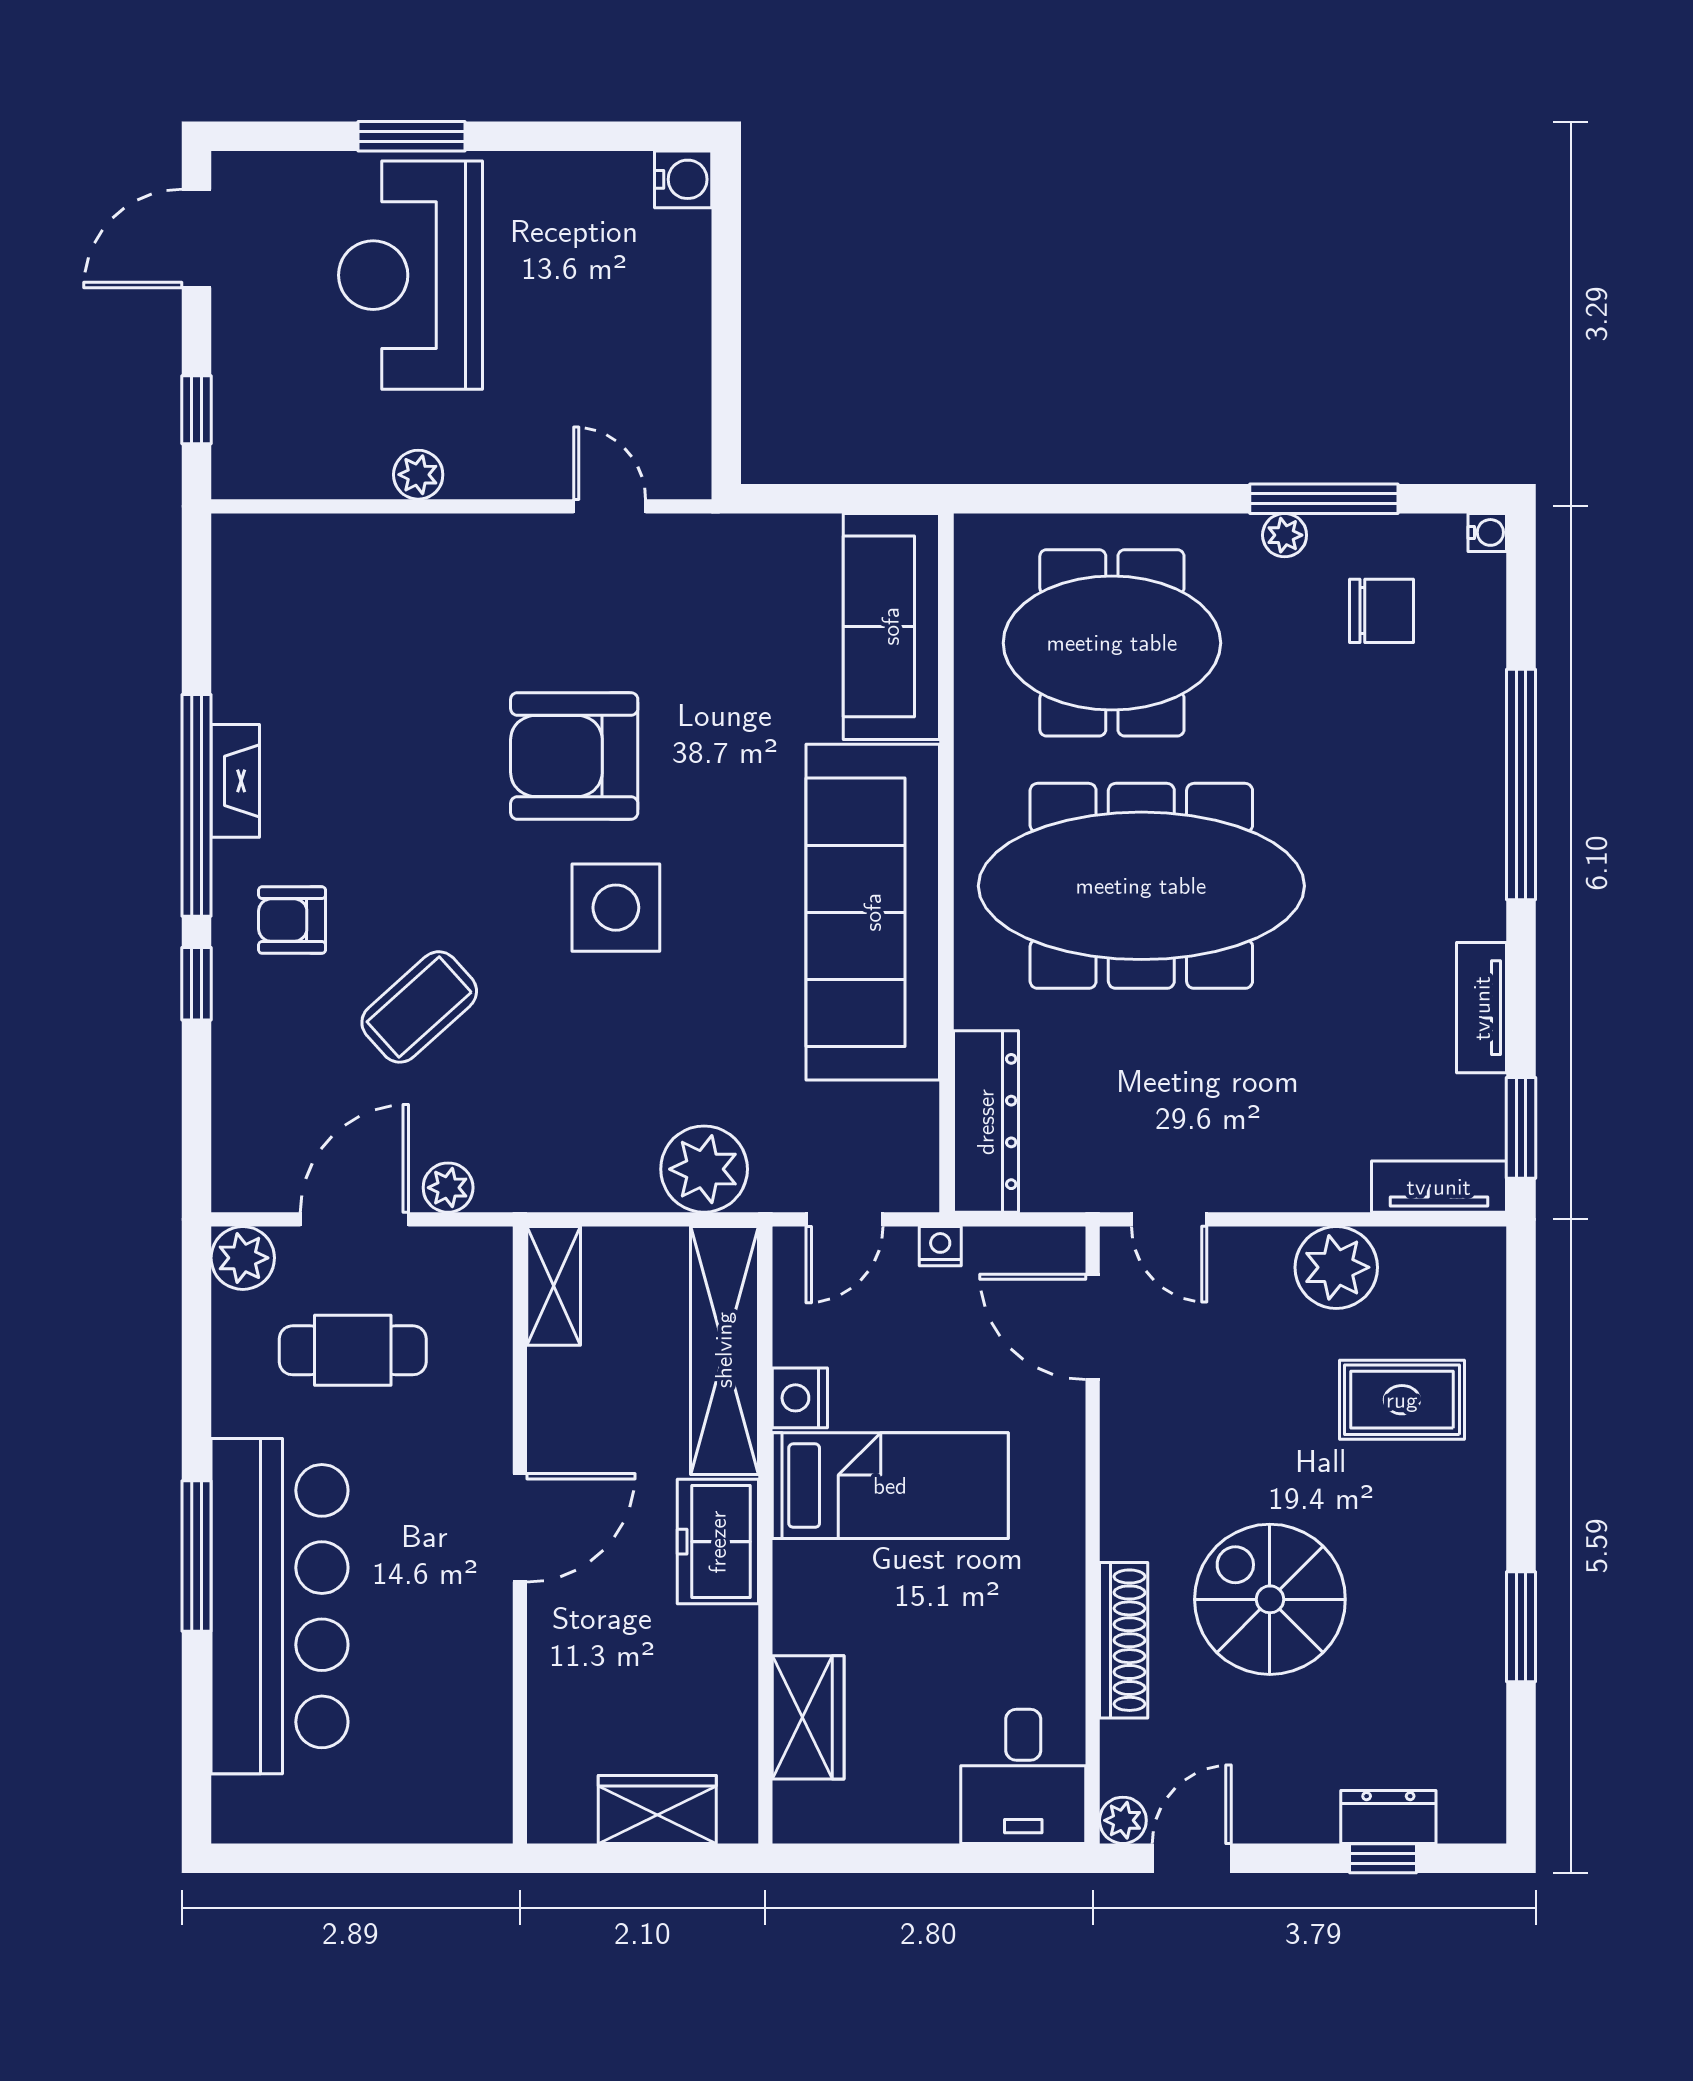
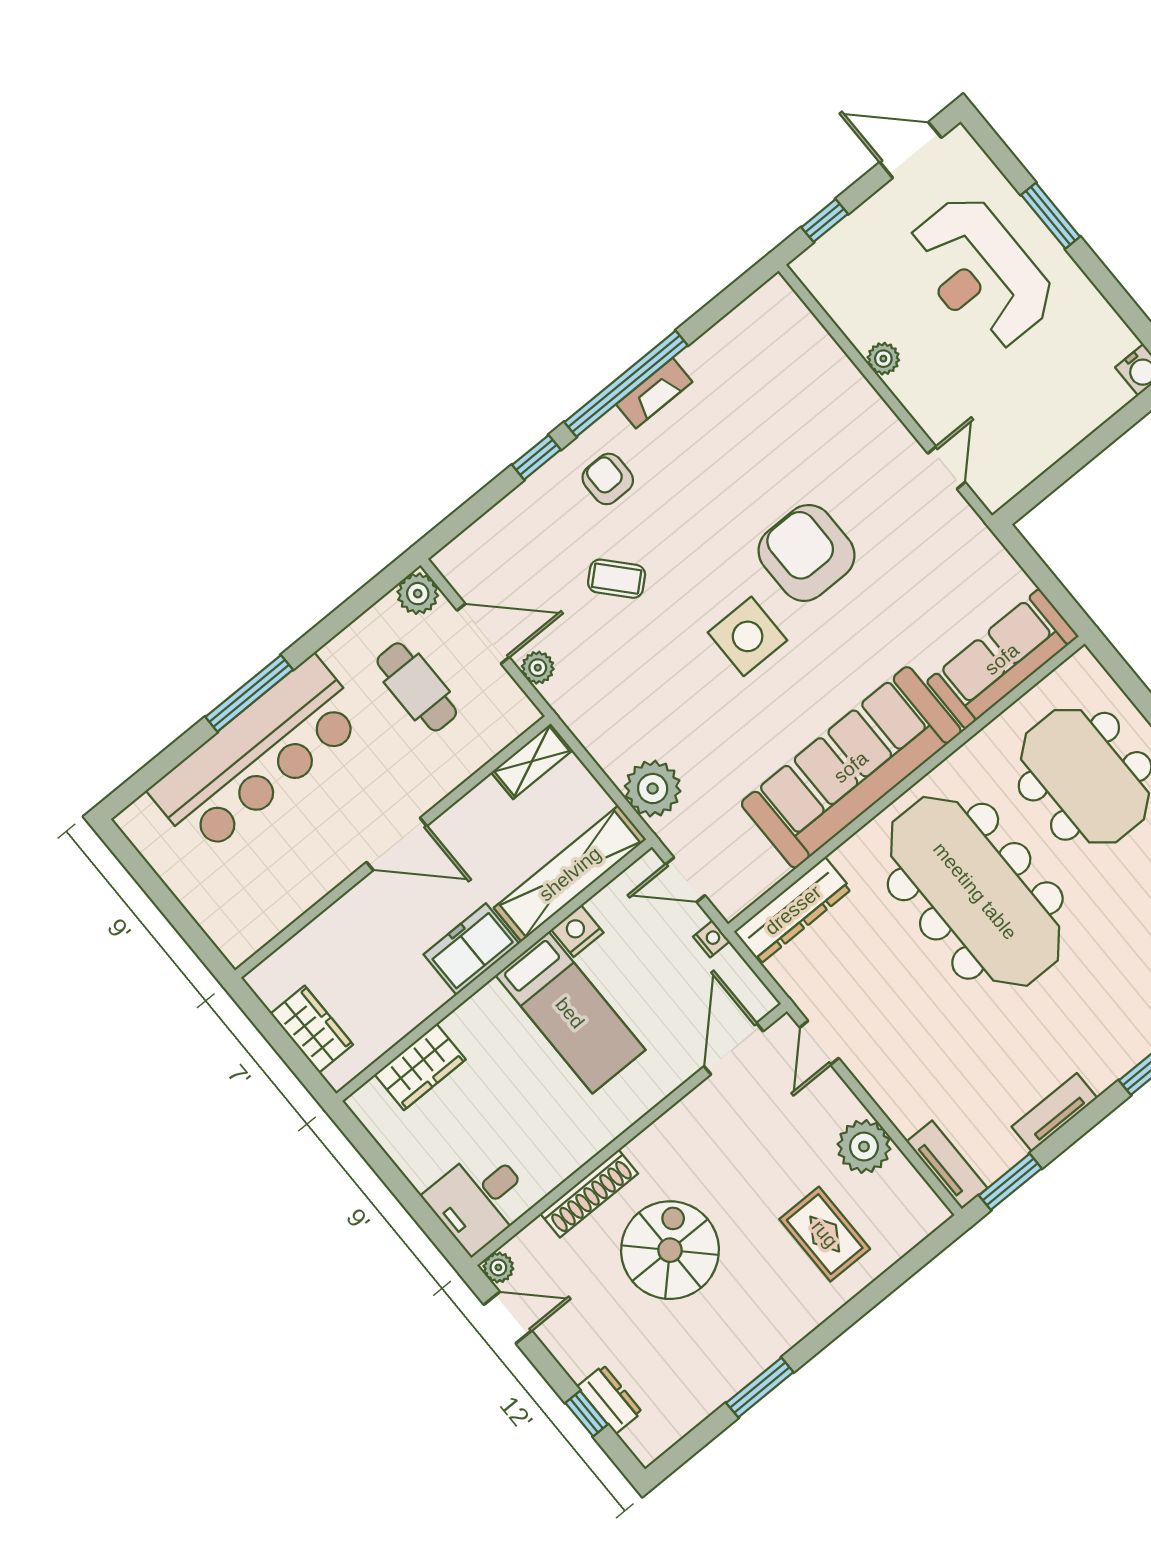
reception desk: (411, 275) -> (980, 272), turned -90
coffee table: (419, 1007) -> (617, 579), width x0.73, depth x0.77

